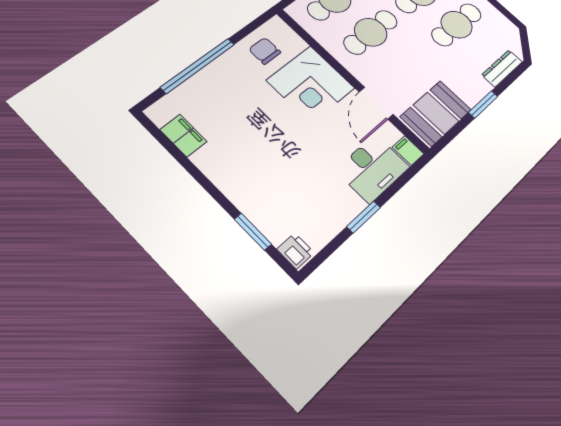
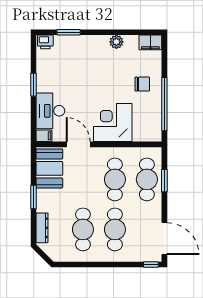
chair: (265, 51) -> (142, 84), moved
window: (198, 66) -> (164, 104), moved
filing cabinet: (183, 136) -> (150, 42), moved
plant: (206, 160) -> (116, 42), added

